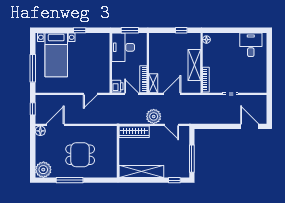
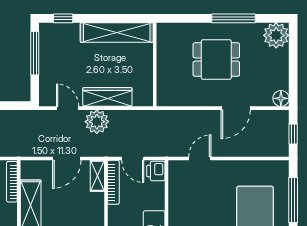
door: (55, 125) -> (236, 108), moved
wardrobe: (134, 132) -> (107, 97), moved

